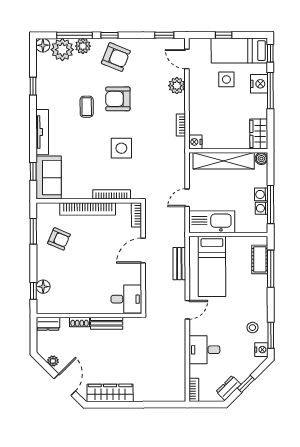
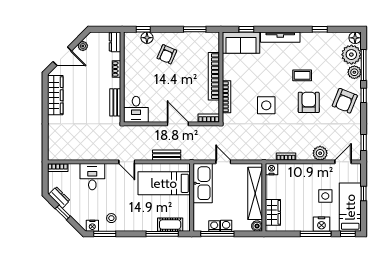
wardrobe: (259, 134) -> (273, 212), moved, turned 90
armchair: (59, 239) -> (167, 54), moved
bench: (107, 323) -> (115, 102), moved

